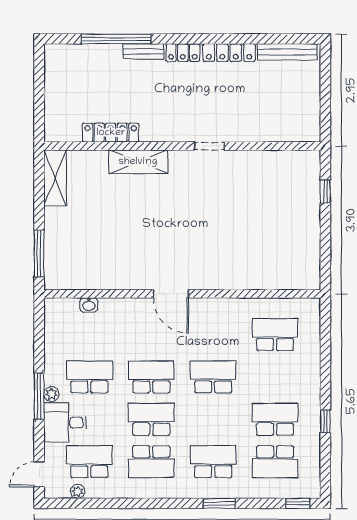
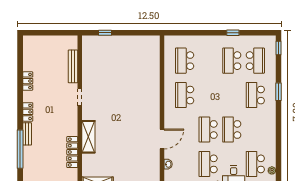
bench: (287, 52) -> (73, 66), moved
locker: (229, 53) -> (28, 81), width x0.66
door: (171, 294) -> (162, 139), moved
school desk: (213, 377) -> (185, 95), moved
school desk: (151, 462) -> (255, 129), removed

